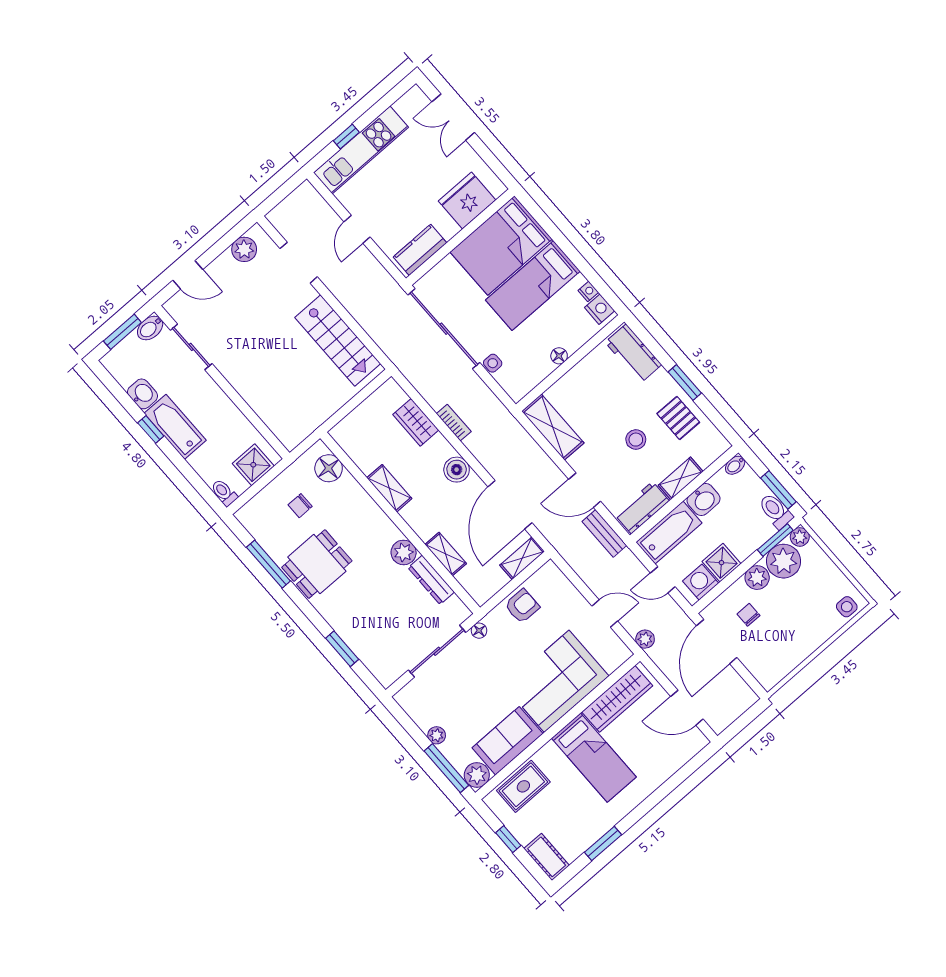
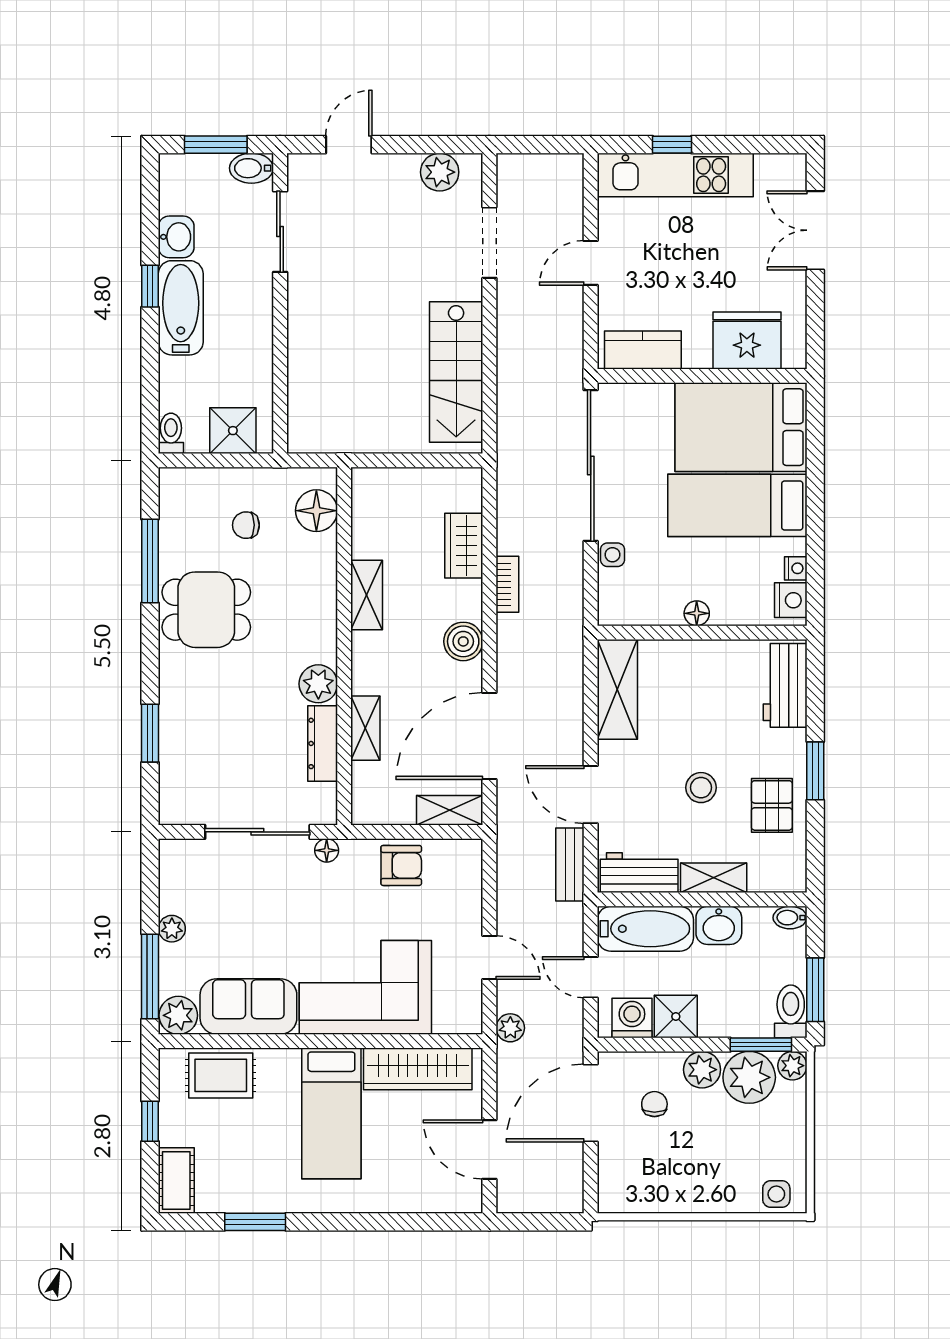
door: (188, 275) -> (349, 145), swing flipped

